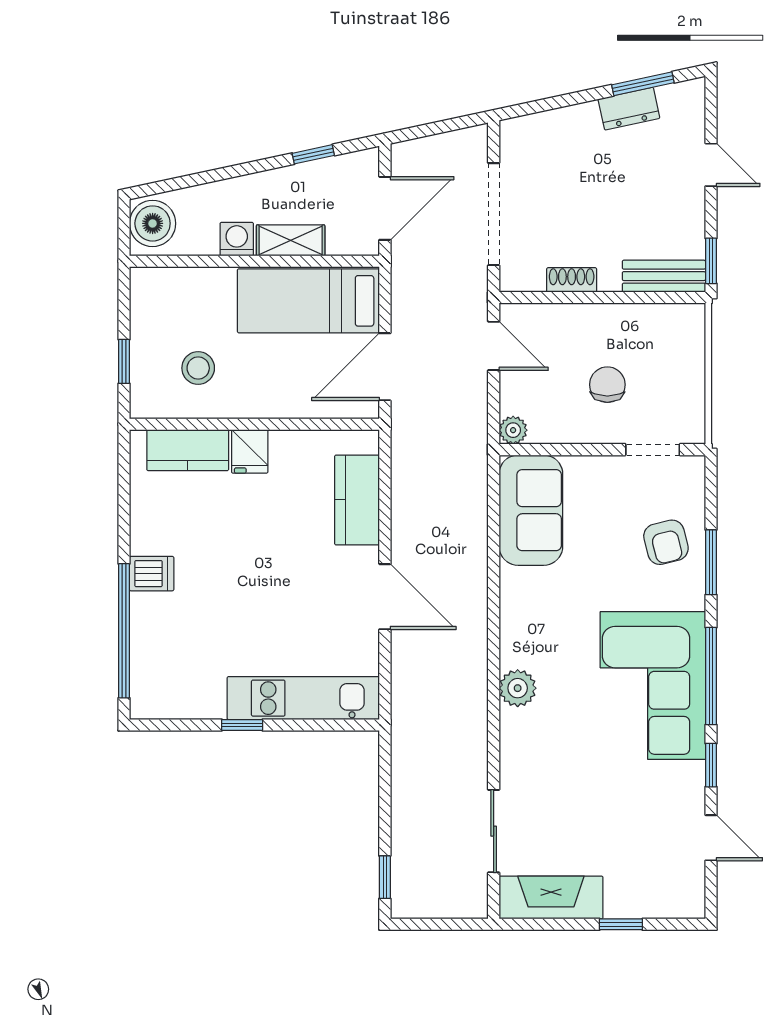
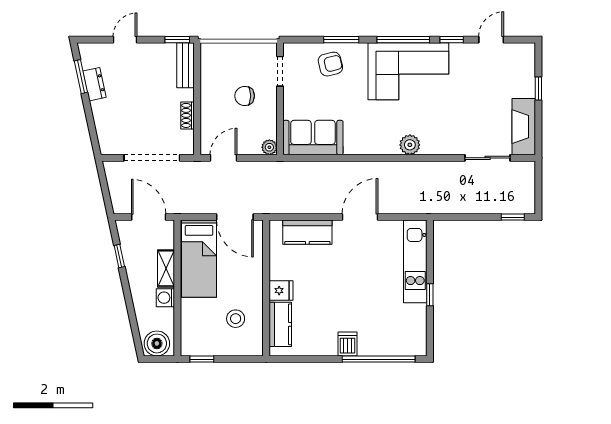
window: (124, 361) -> (202, 359), moved

